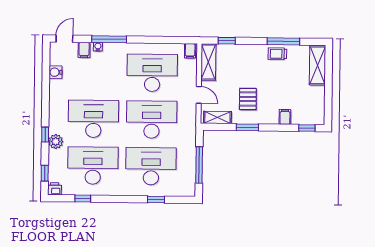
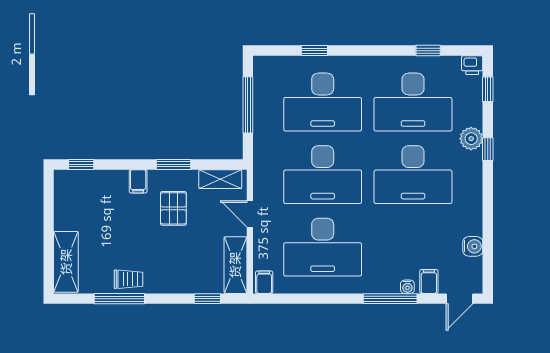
filing cabinet: (285, 117) -> (138, 181), moved

